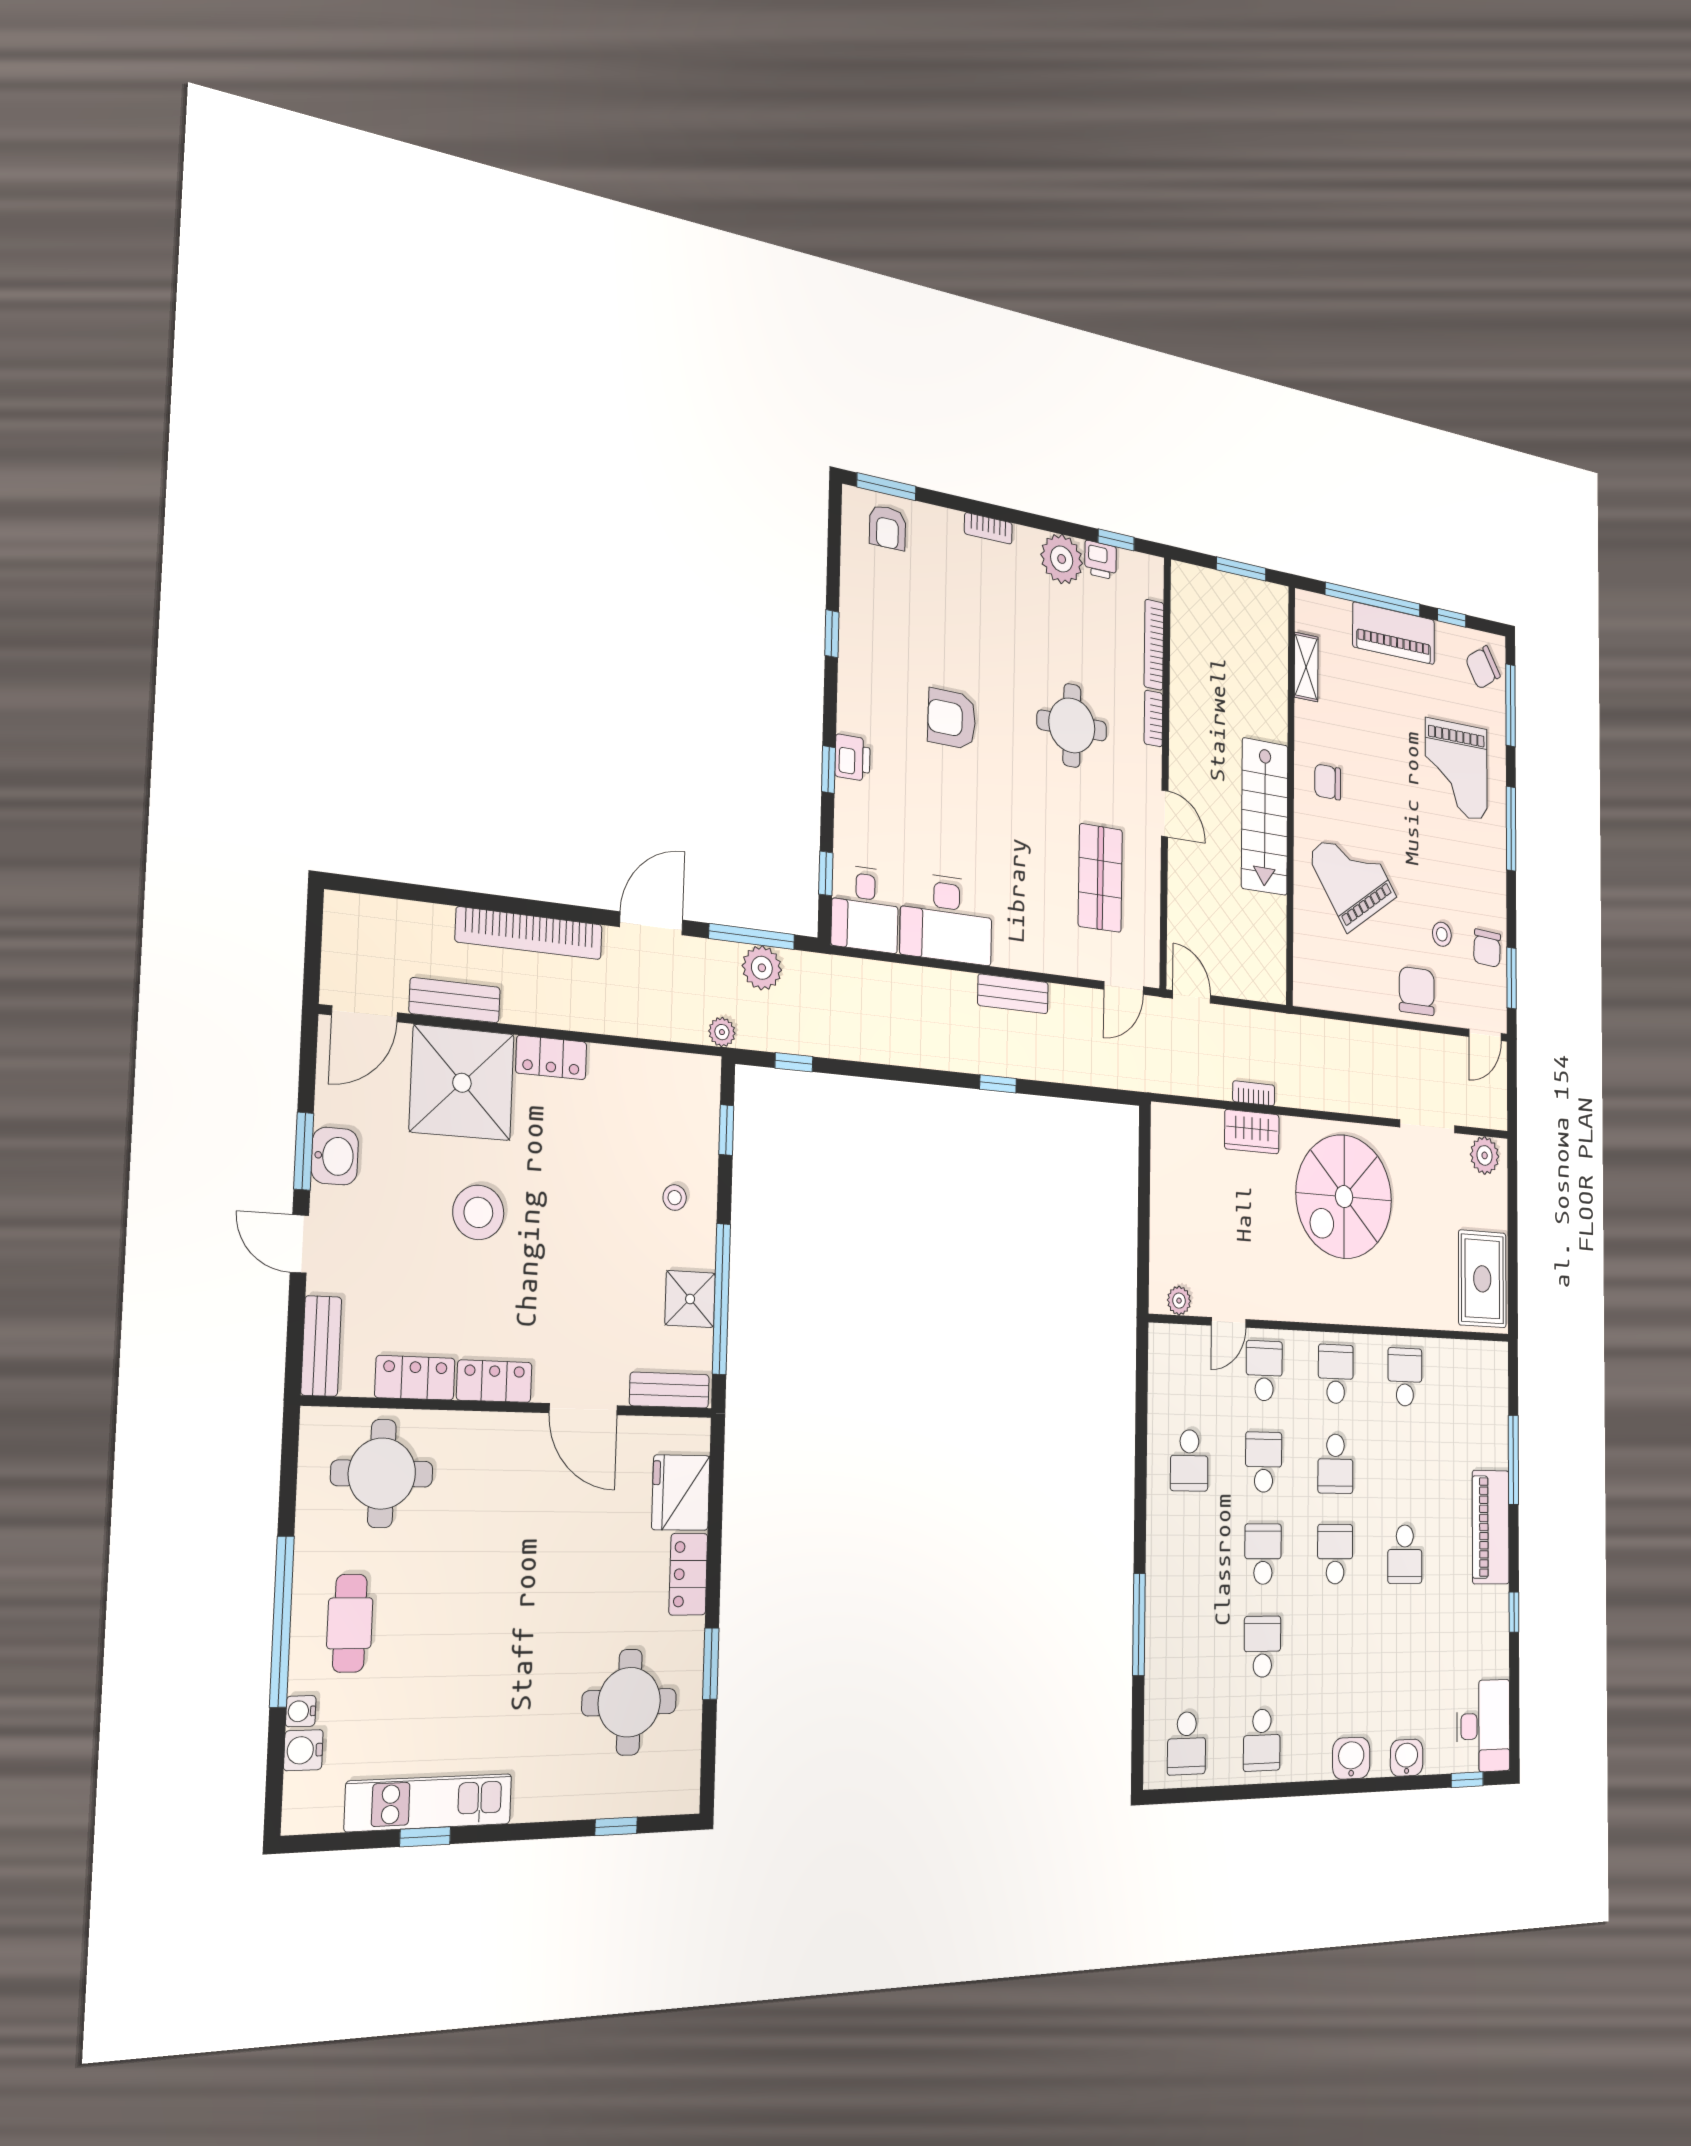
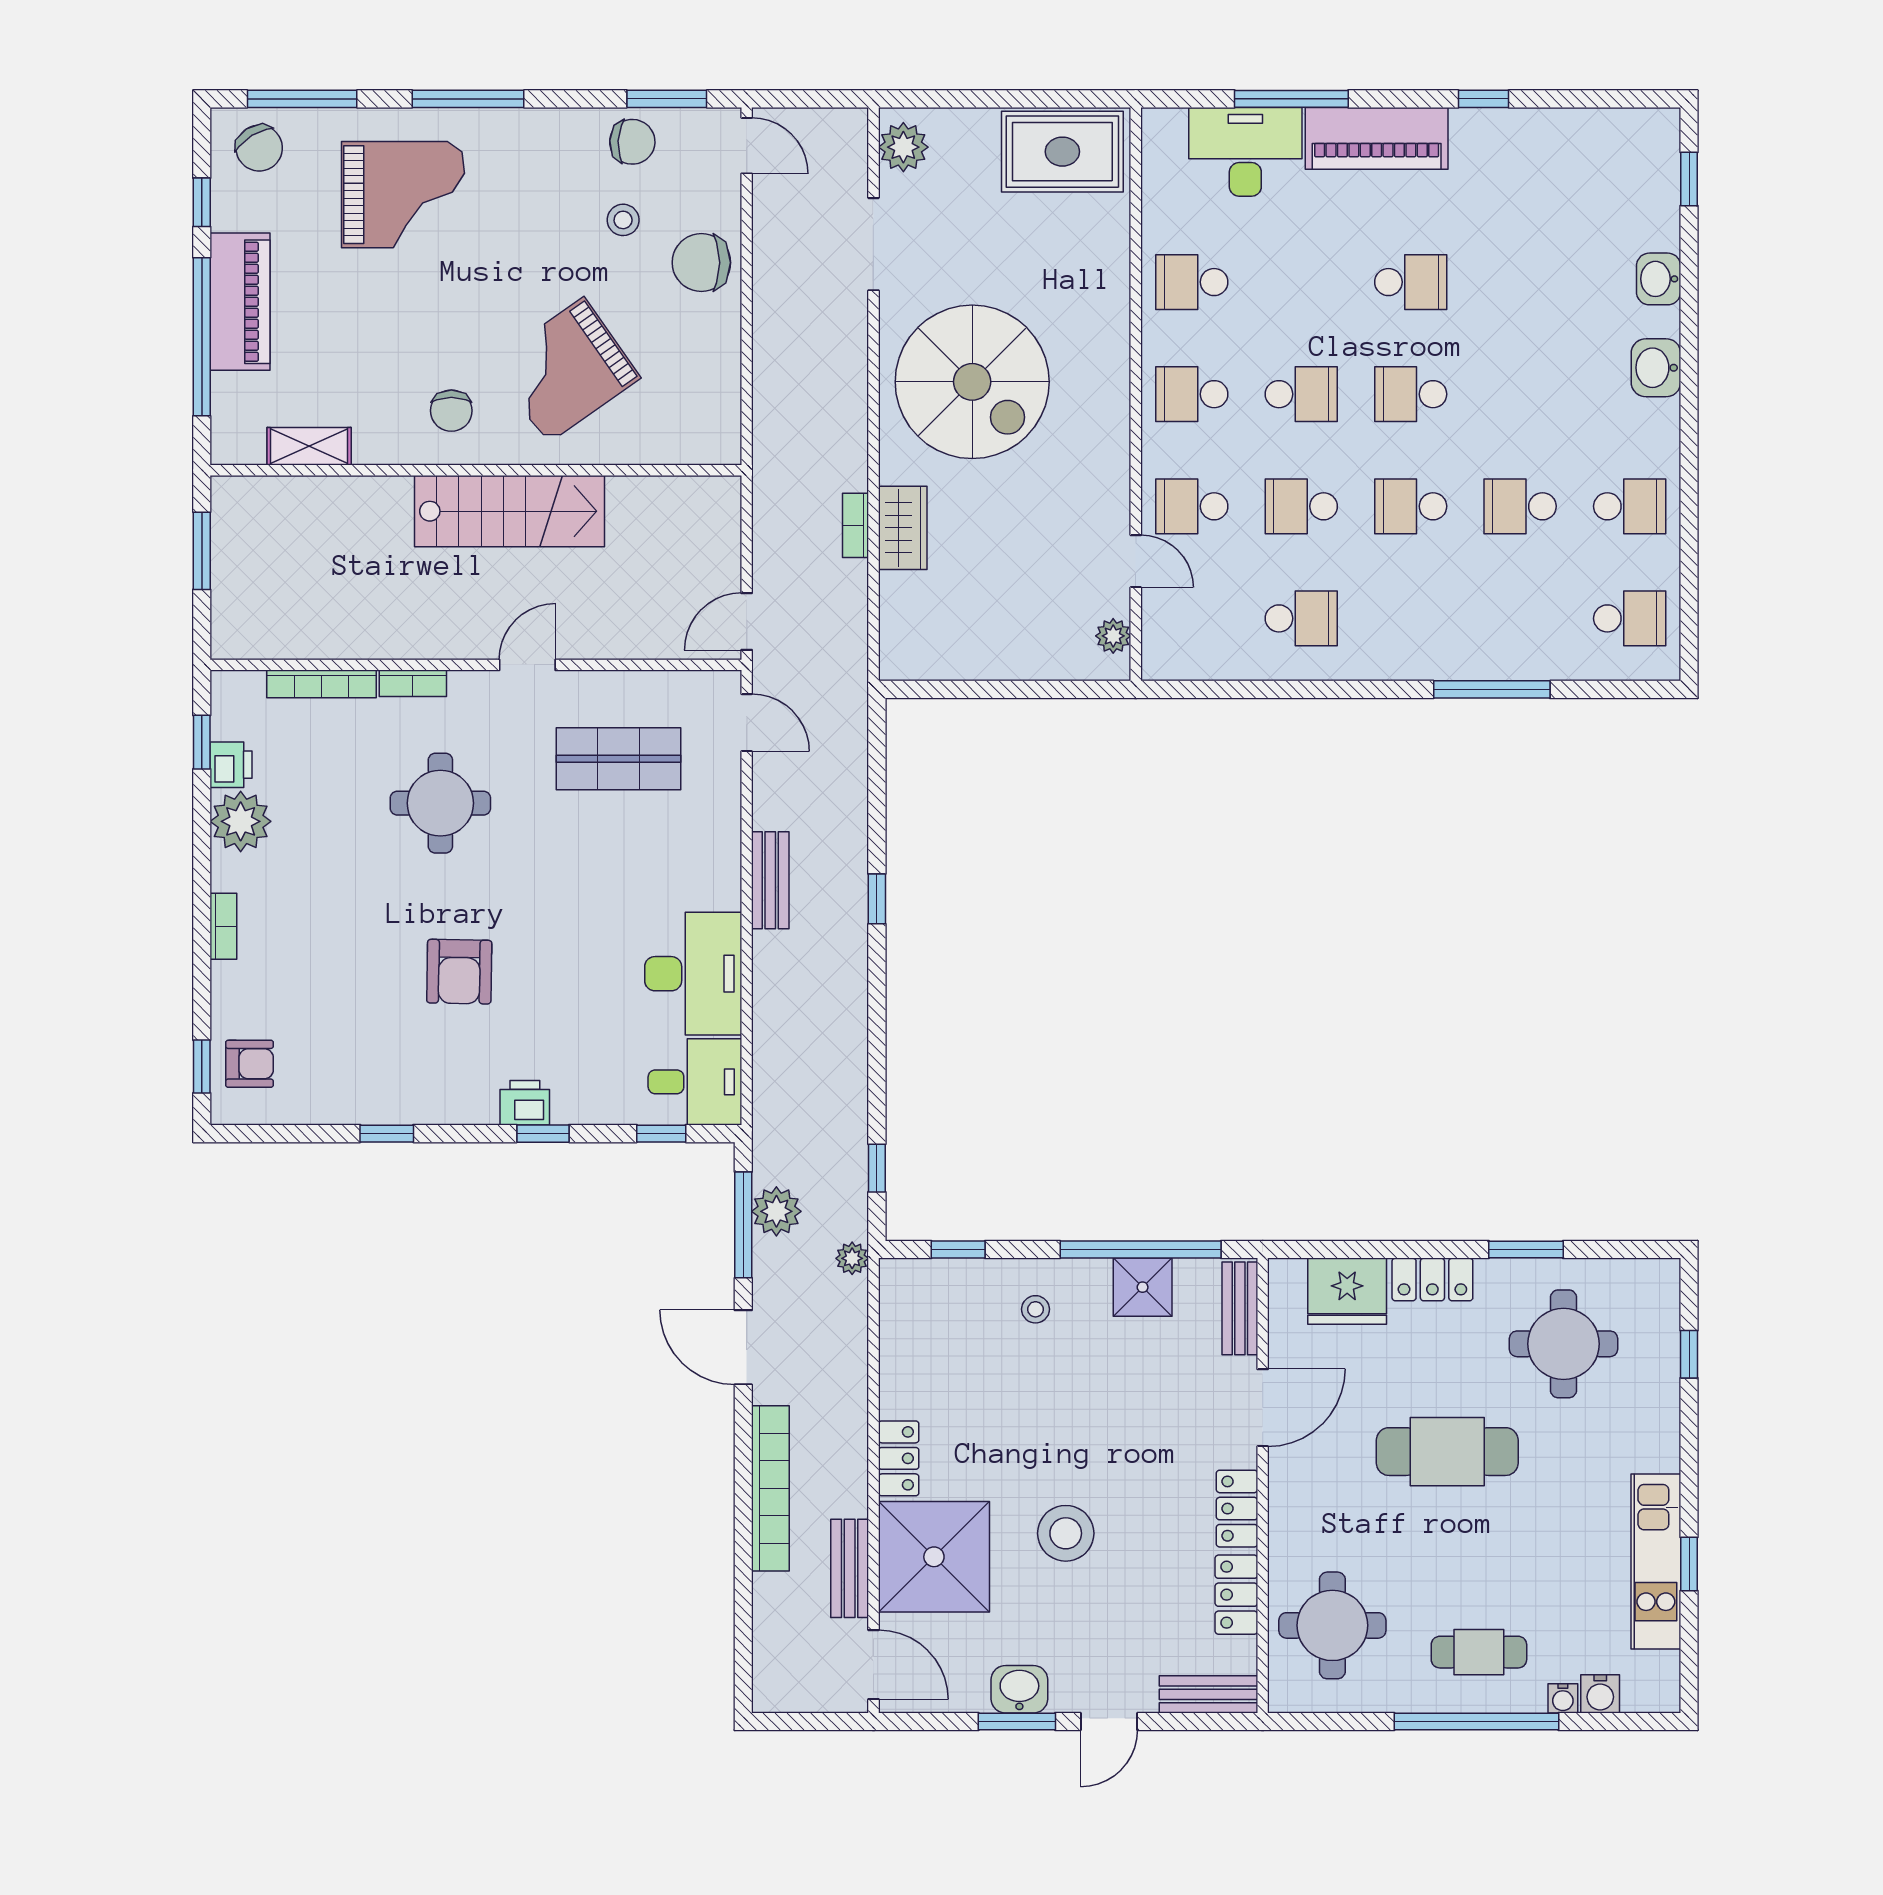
window: (886, 487) -> (202, 1066), width x0.67
cafe table: (538, 1589) -> (1447, 1452), added
desk: (1483, 1726) -> (1245, 152), moved

